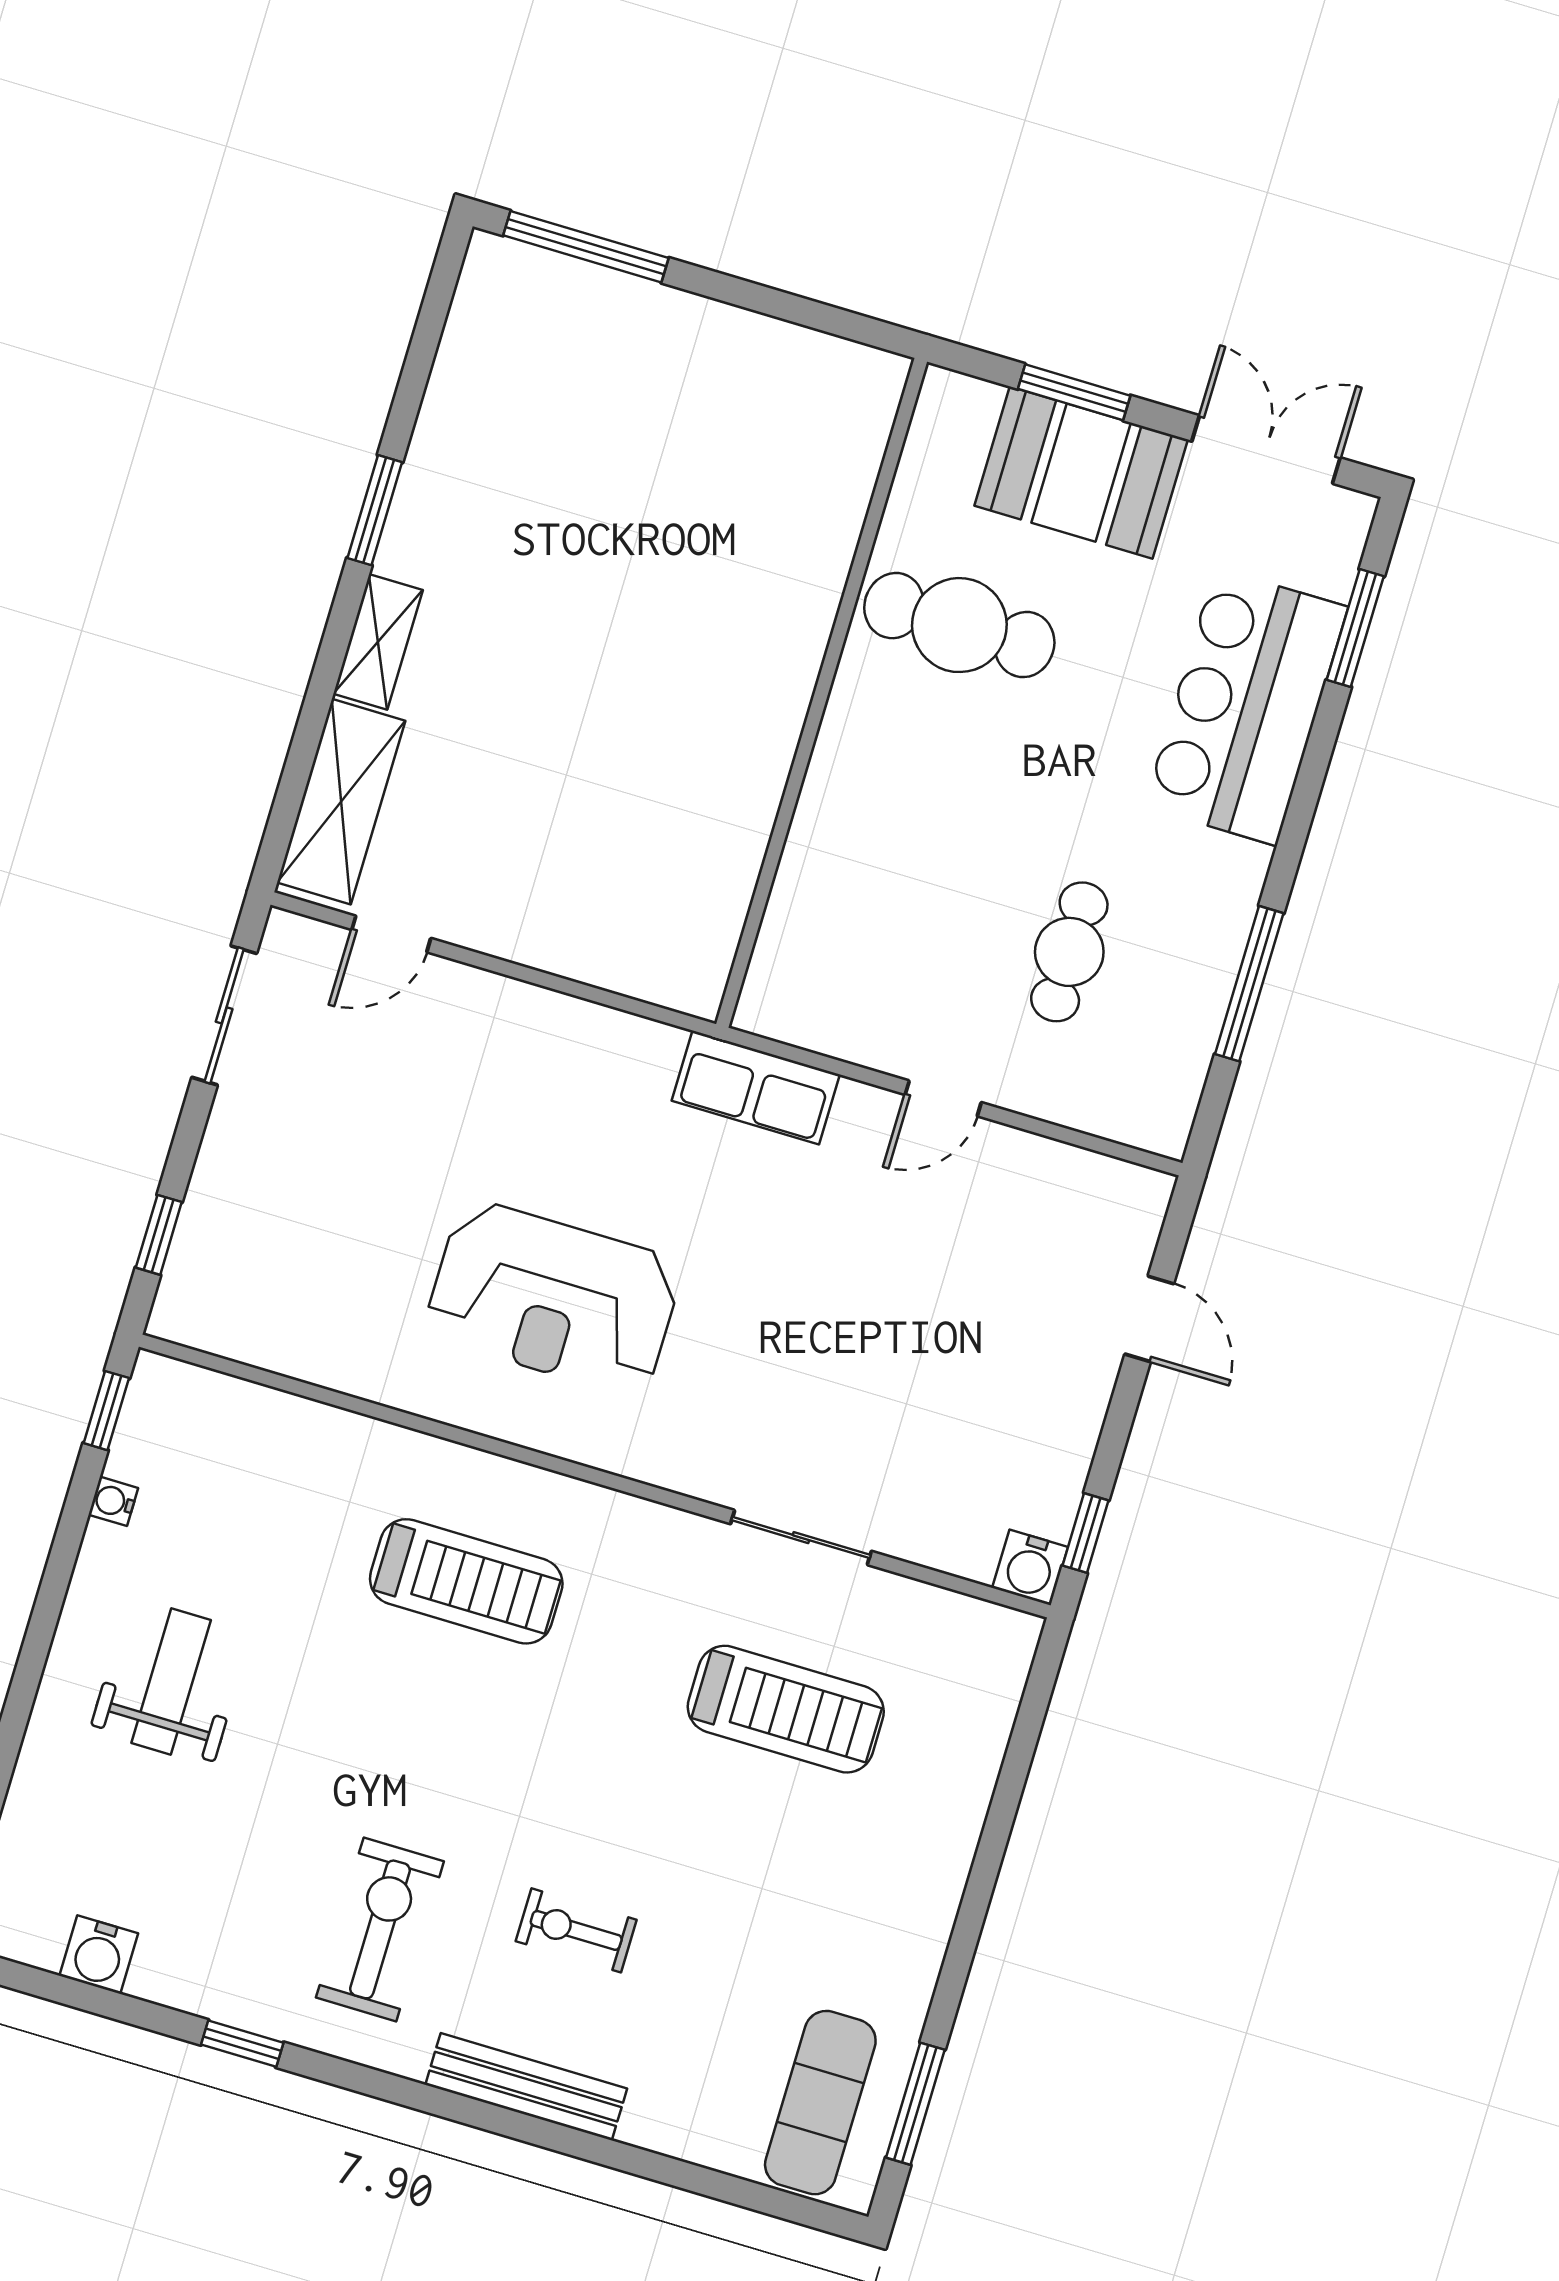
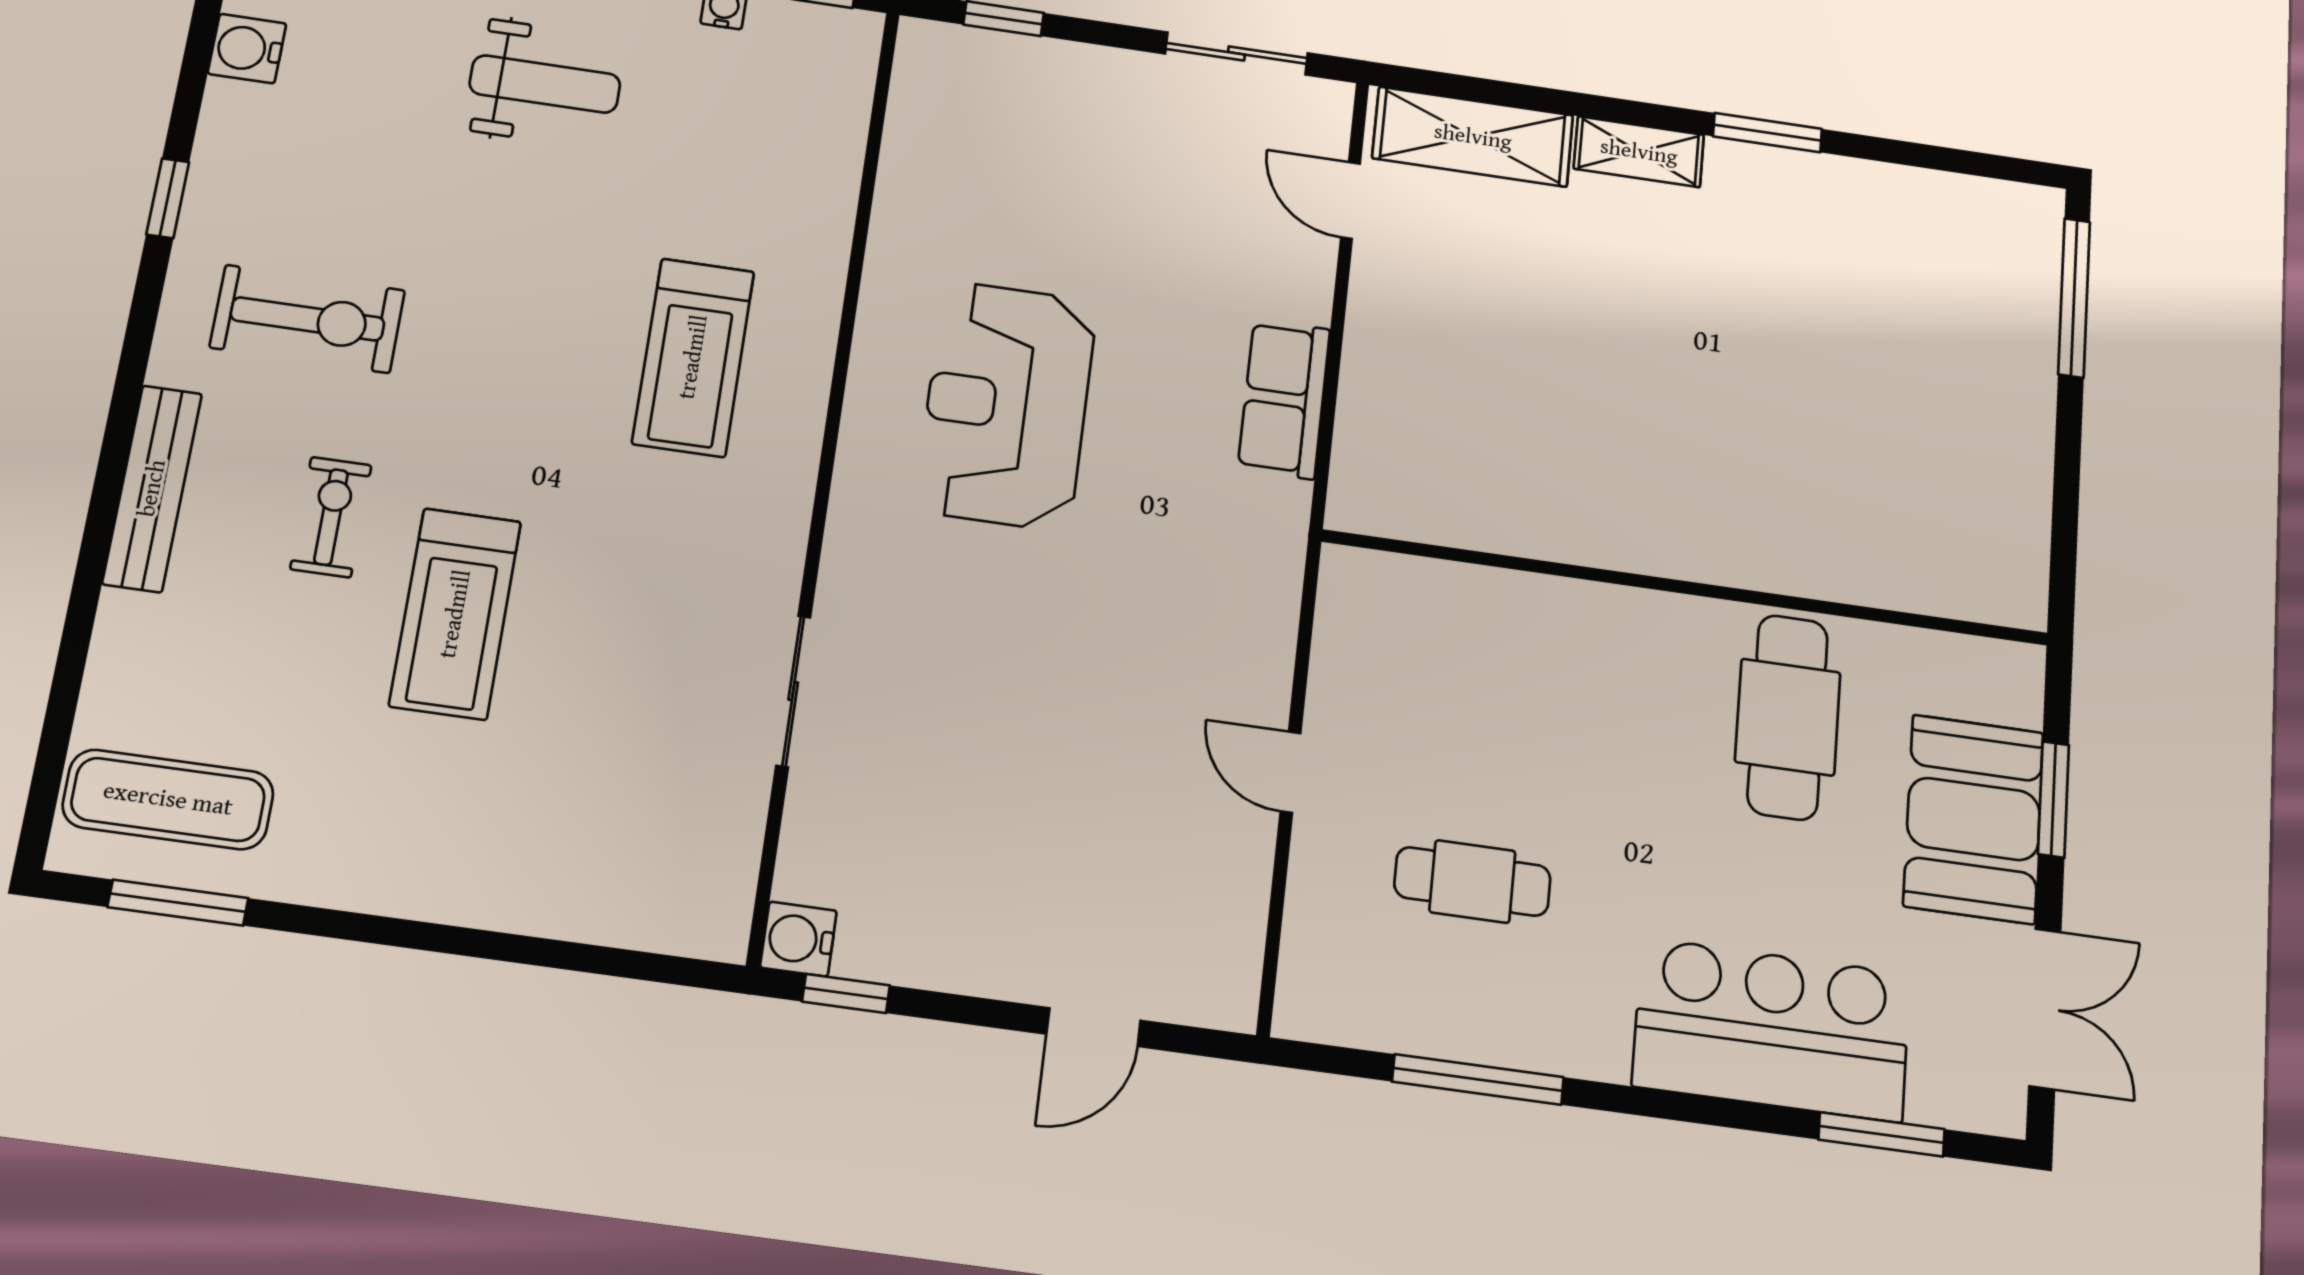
row of seats: (756, 1088) -> (1284, 399), moved
treadmill: (786, 1709) -> (455, 614), moved

